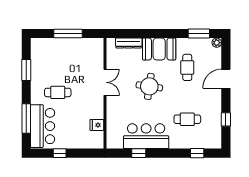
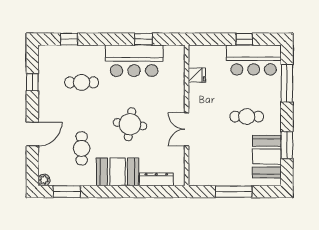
booth: (42, 61) -> (267, 157), added
bar counter: (43, 126) -> (254, 60), moved, turned -90

